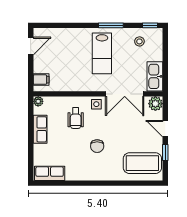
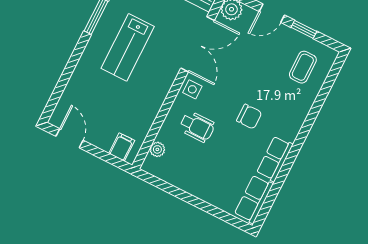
lab bench: (102, 53) -> (128, 47), turned 90
plant: (38, 101) -> (157, 149), moved
row of seats: (40, 129) -> (275, 159), moved, turned -90
coffee table: (142, 163) -> (303, 67), width x0.54, depth x0.58

